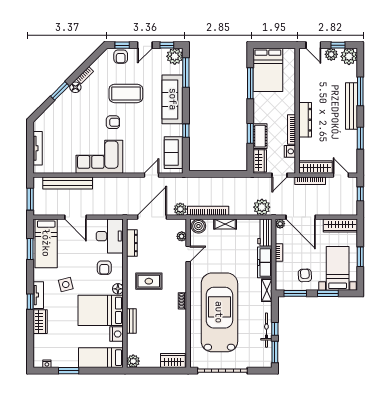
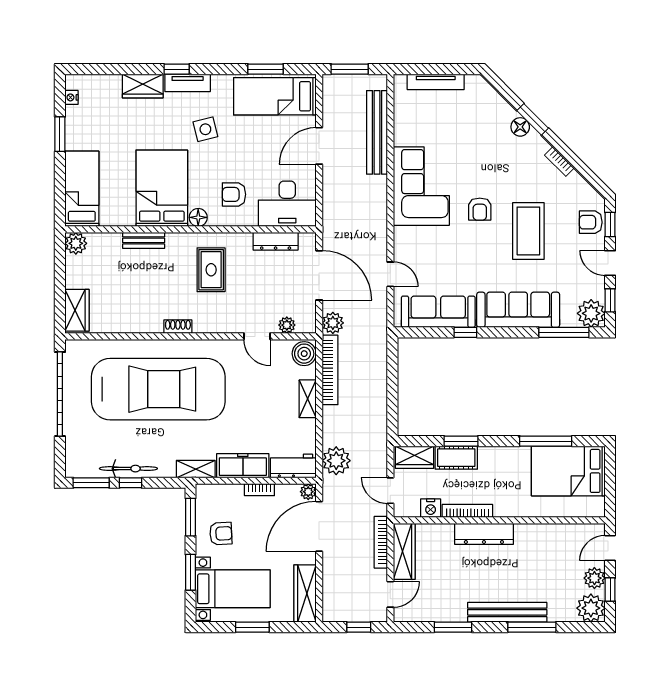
floor lamp: (75, 87) -> (520, 127), moved
sofa: (174, 153) -> (438, 312), width x1.36
nightstand: (117, 334) -> (122, 215), removed

